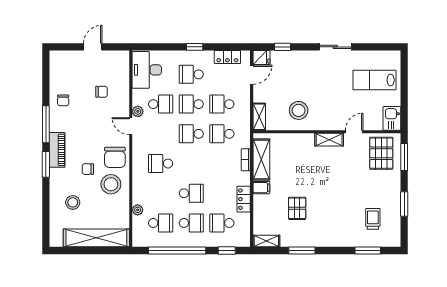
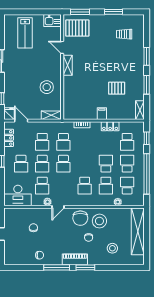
school desk: (161, 104) -> (42, 186), turned 180
chair: (115, 157) -> (80, 218), turned 90
shelving: (261, 159) -> (82, 114), removed
school desk: (161, 193) -> (106, 186), added
window: (368, 251) -> (147, 56), moved

